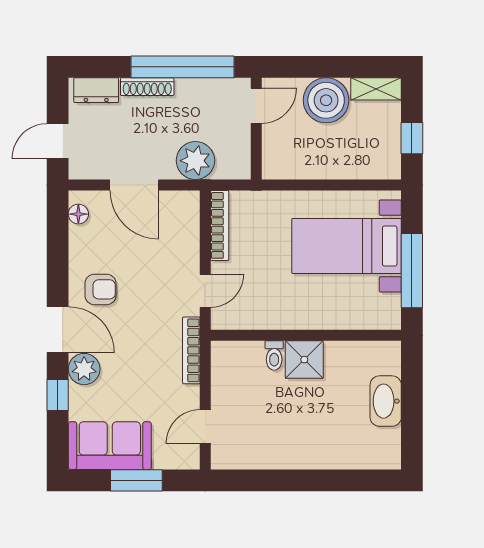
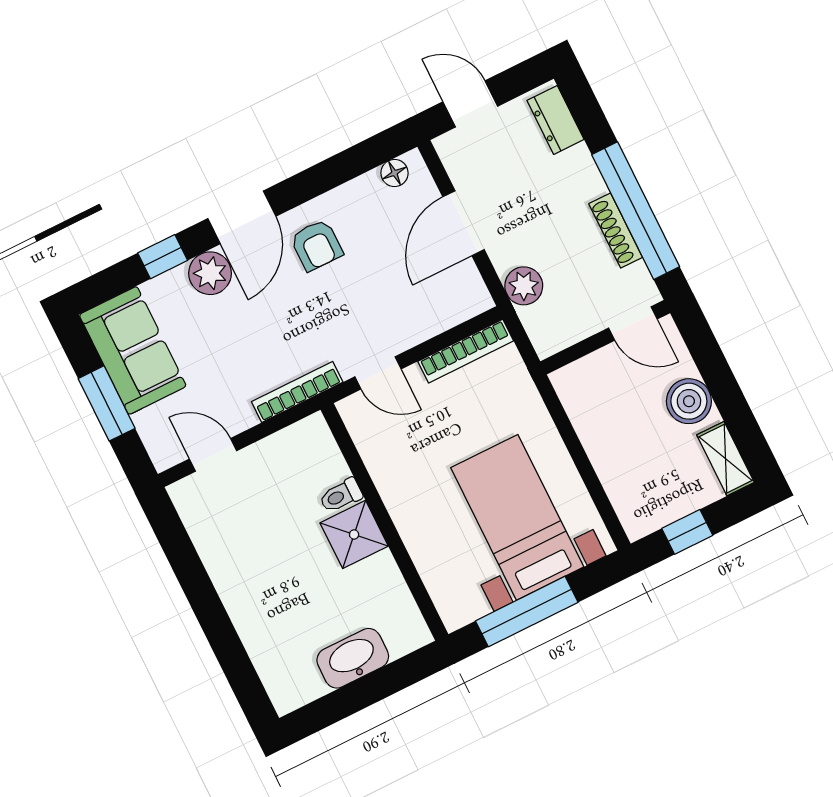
shoe rack: (147, 87) -> (616, 231), moved
boiler: (326, 100) -> (689, 401), width x0.73, depth x0.73
plant: (195, 161) -> (524, 286), width x0.73, depth x0.73

